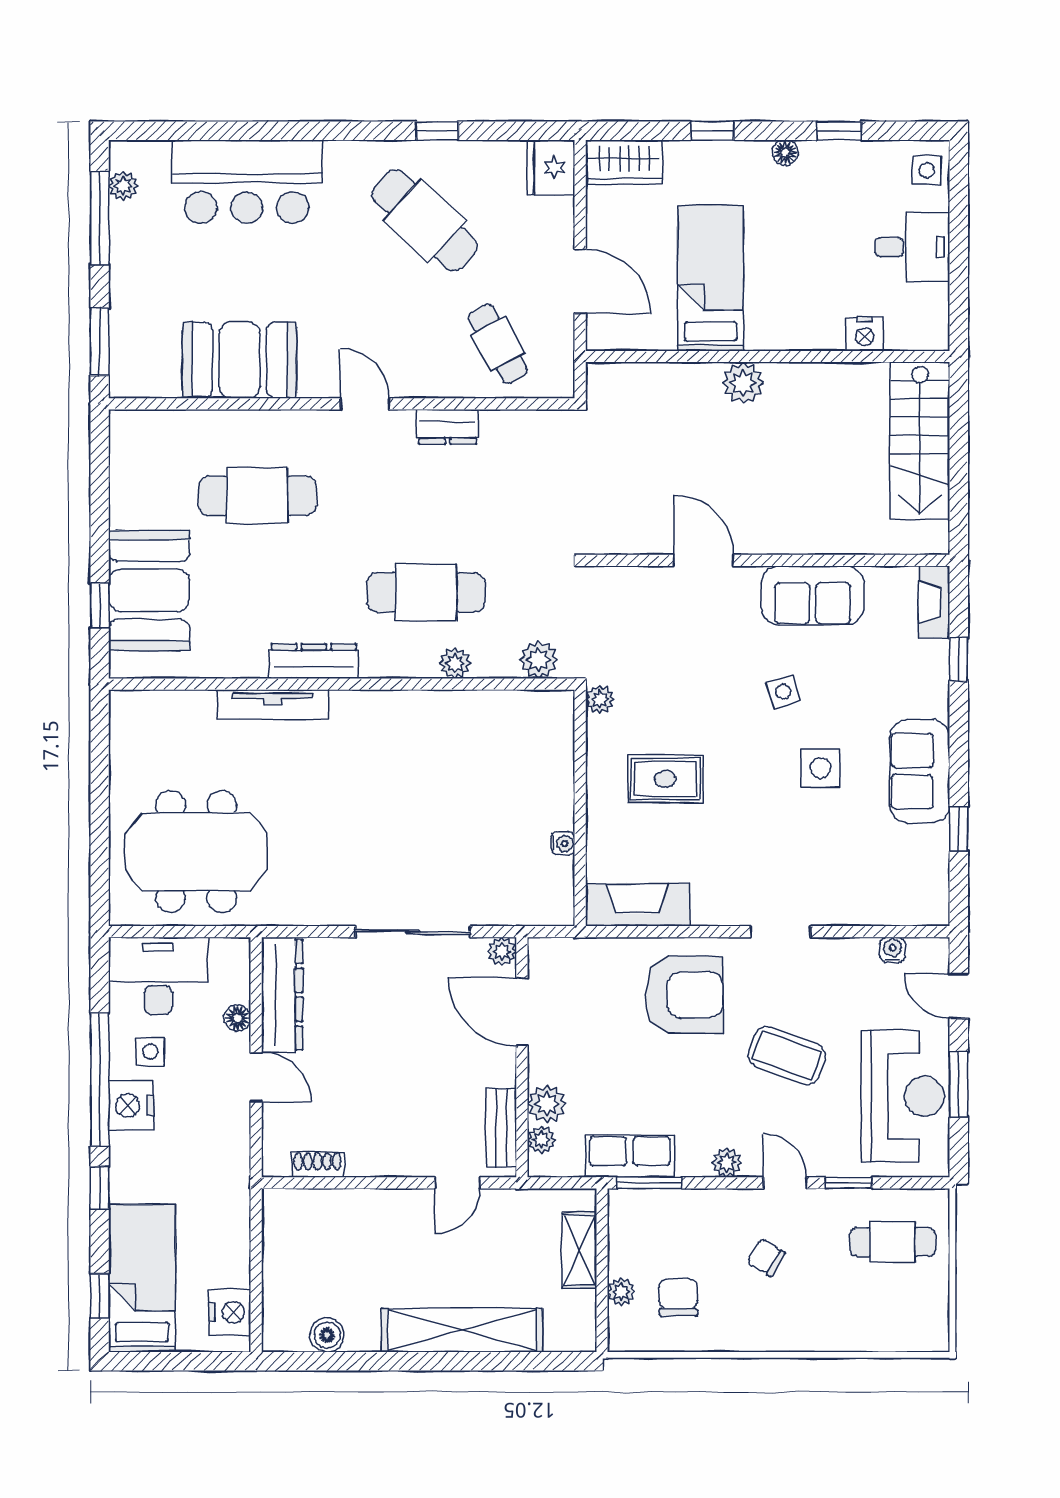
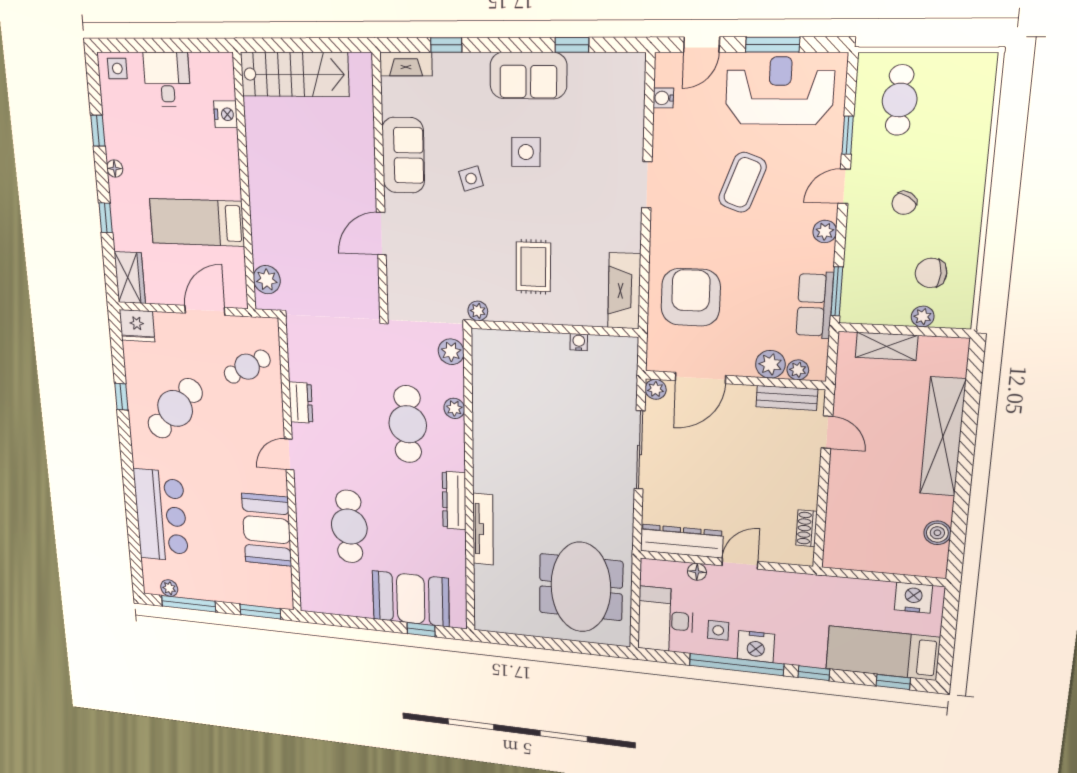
plant: (743, 383) -> (267, 280), moved
armchair: (684, 995) -> (691, 297), moved

